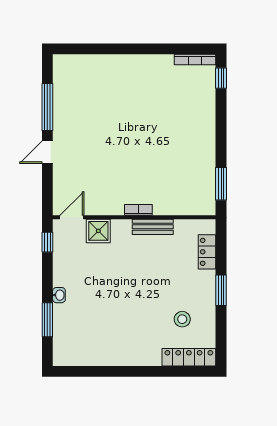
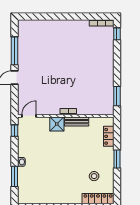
shower: (98, 231) -> (57, 124), moved

